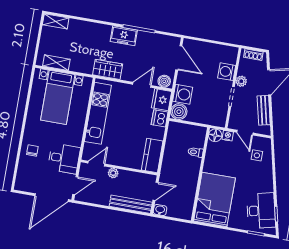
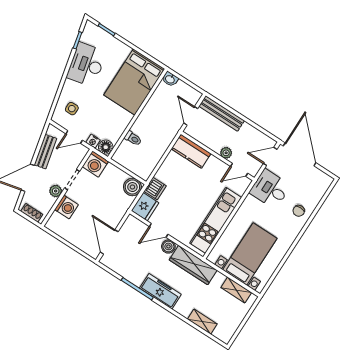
shelving: (56, 21) -> (202, 322), moved
freezer: (124, 36) -> (160, 291), width x1.40
wardrobe: (108, 69) -> (193, 265), width x1.50
boiler: (164, 81) -> (168, 246), moved
washing machine: (183, 94) -> (95, 164), moved, turned -90
door: (245, 133) -> (74, 137), swing flipped
kitchen counter: (152, 155) -> (191, 151), moved, turned 90
door: (156, 191) -> (191, 116), hinge flipped
door: (52, 198) -> (300, 154), hinge flipped
washbasin: (160, 210) -> (170, 79), moved
desk: (261, 211) -> (86, 65), moved

